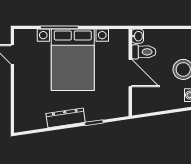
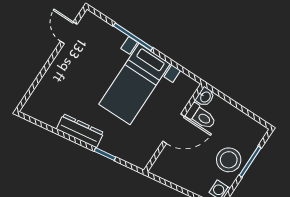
bed with nightstands: (73, 60) -> (135, 84), width x0.73
door: (130, 73) -> (174, 129), hinge flipped

